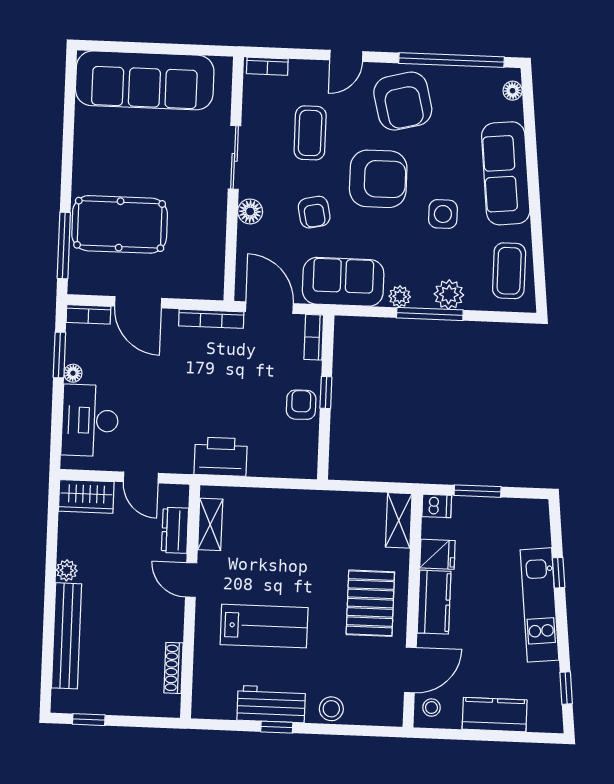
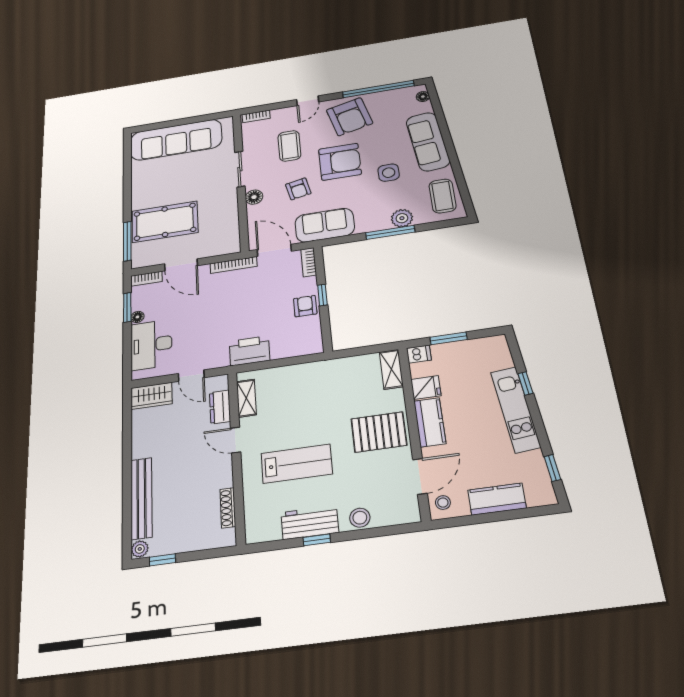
plant: (400, 297) -> (367, 226), removed
plant: (67, 570) -> (140, 549), moved
pallet: (370, 603) -> (379, 432), turned 90

